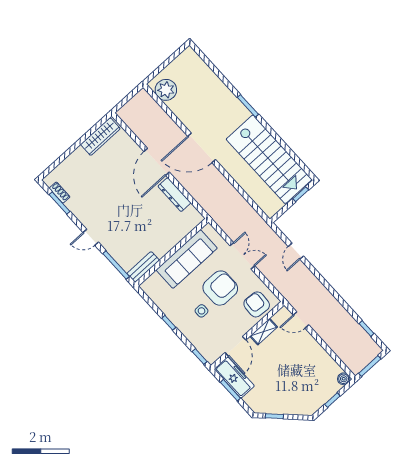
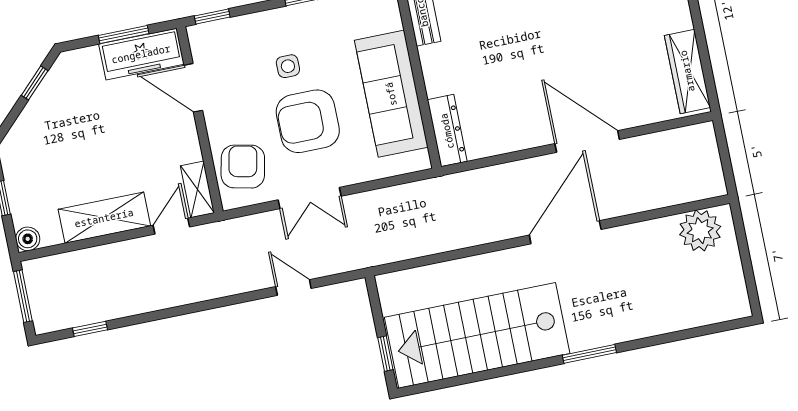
dresser: (174, 195) -> (447, 131), moved, turned 90
double door: (242, 256) -> (310, 198), moved
armchair: (220, 288) -> (308, 121), turned 90
armchair: (257, 304) -> (243, 167), turned -82
shelving: (264, 332) -> (197, 189), moved
shelving: (315, 351) -> (104, 218), added

